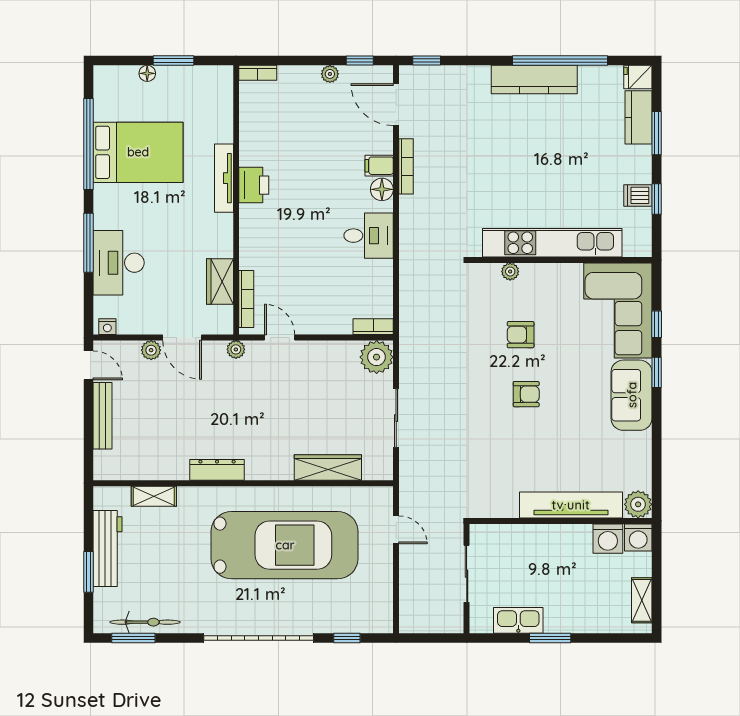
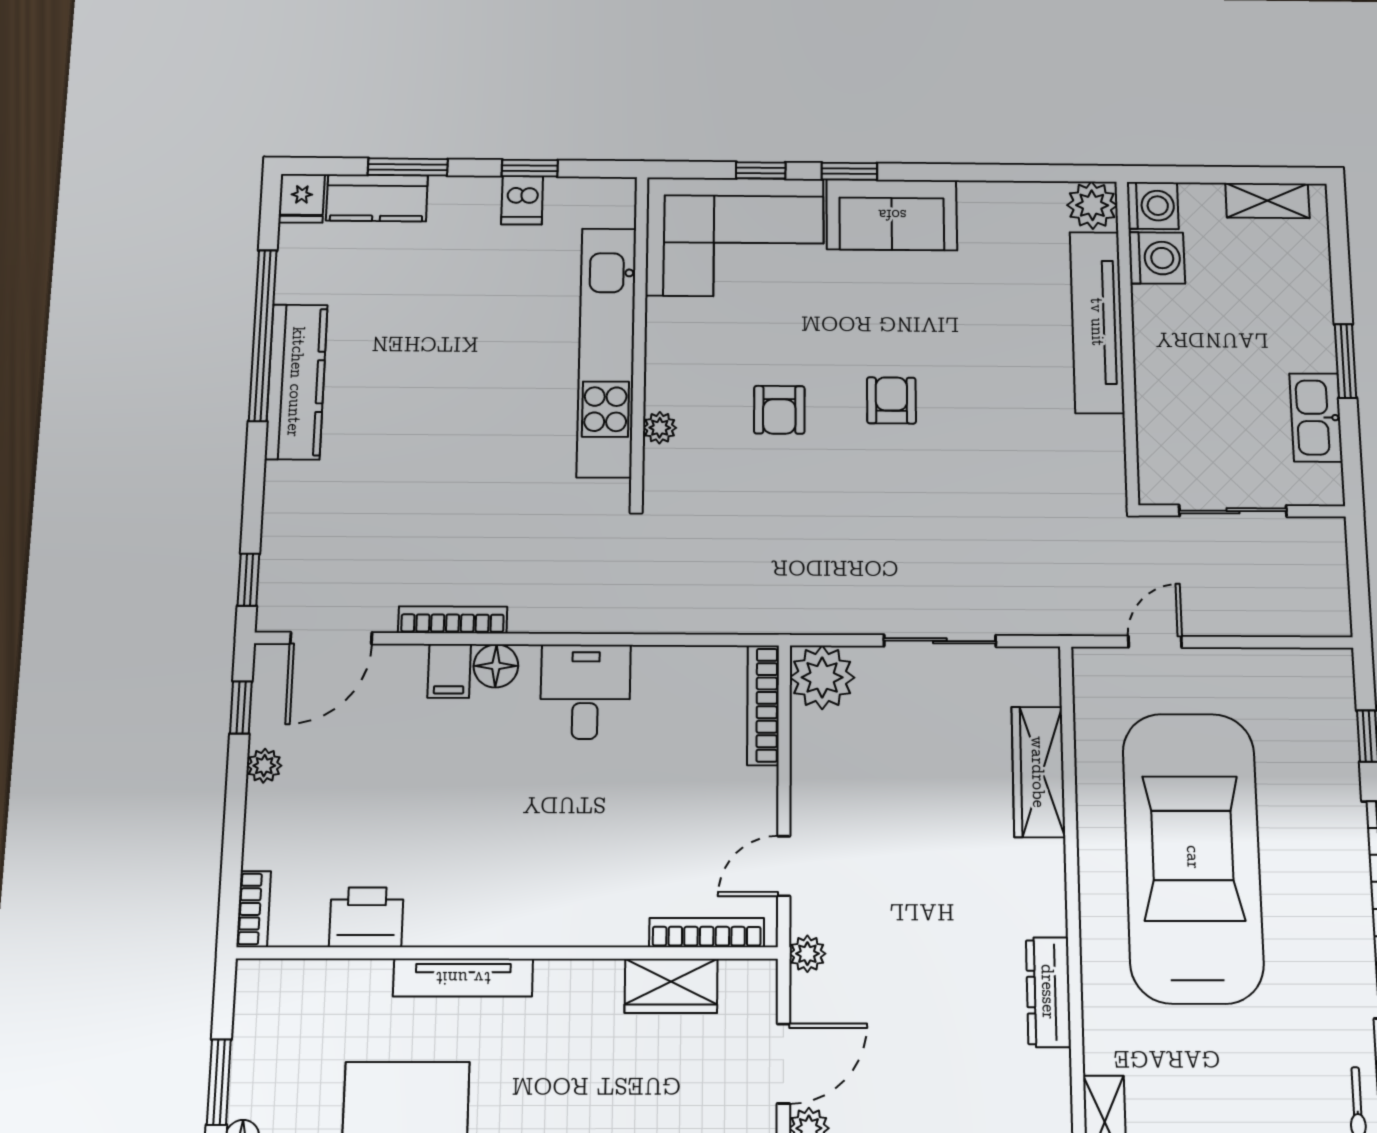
printer: (254, 185) -> (366, 917), moved
bookcase: (373, 327) -> (763, 705), width x1.56

